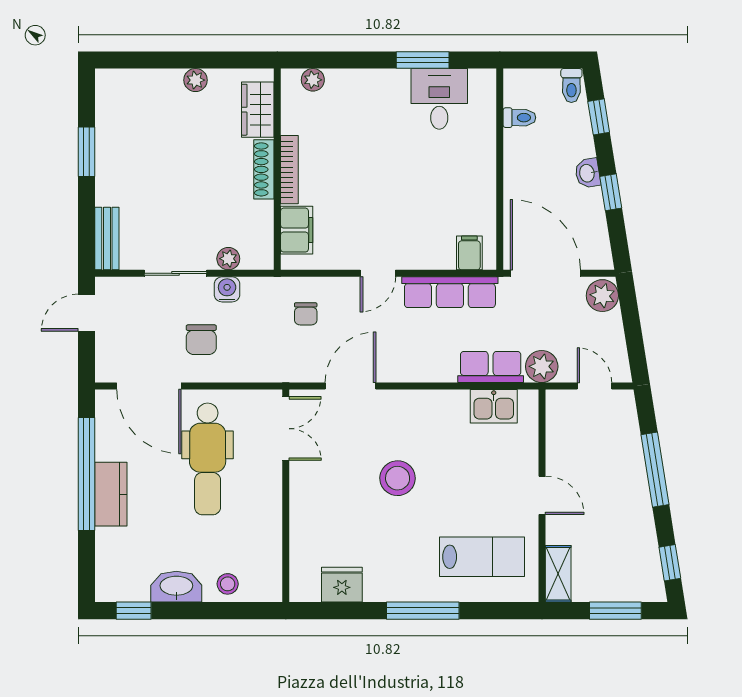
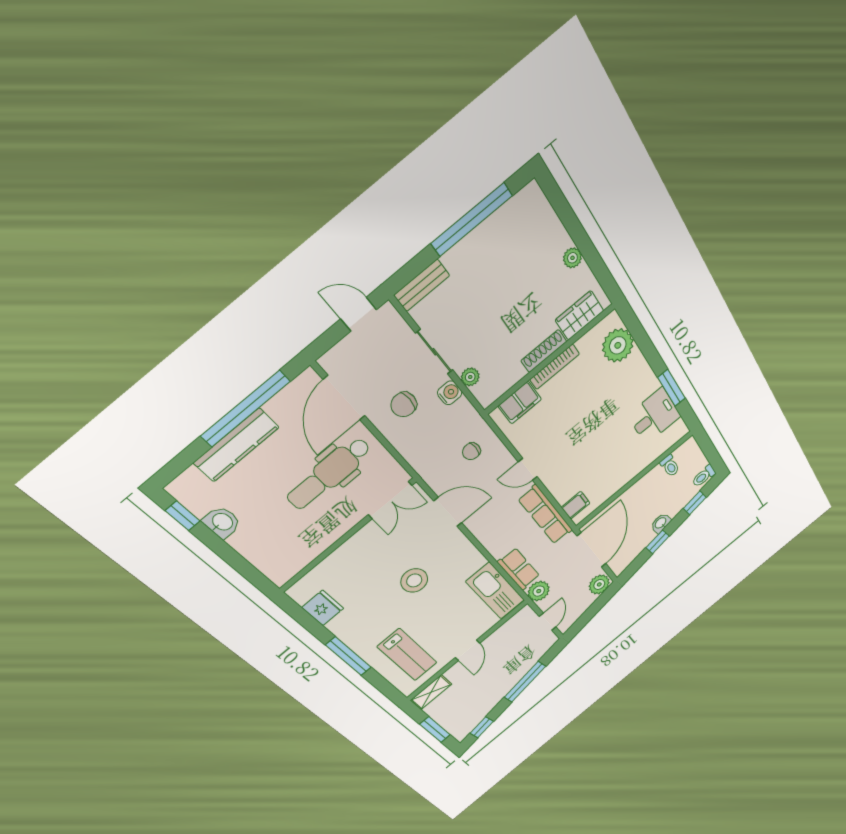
plant: (313, 80) -> (618, 345), width x1.87, depth x1.87
window: (86, 152) -> (472, 220), width x2.11
kitchen sink: (494, 406) -> (495, 591), width x1.88, depth x1.24
kitchen counter: (111, 494) -> (236, 445), width x1.50
stool: (228, 584) -> (259, 552), removed
washbasin: (176, 587) -> (222, 522), width x0.72

